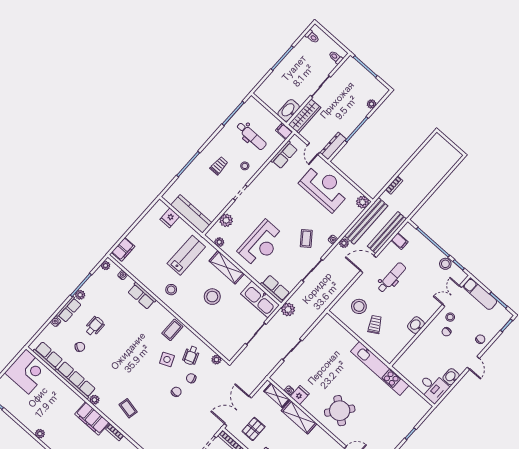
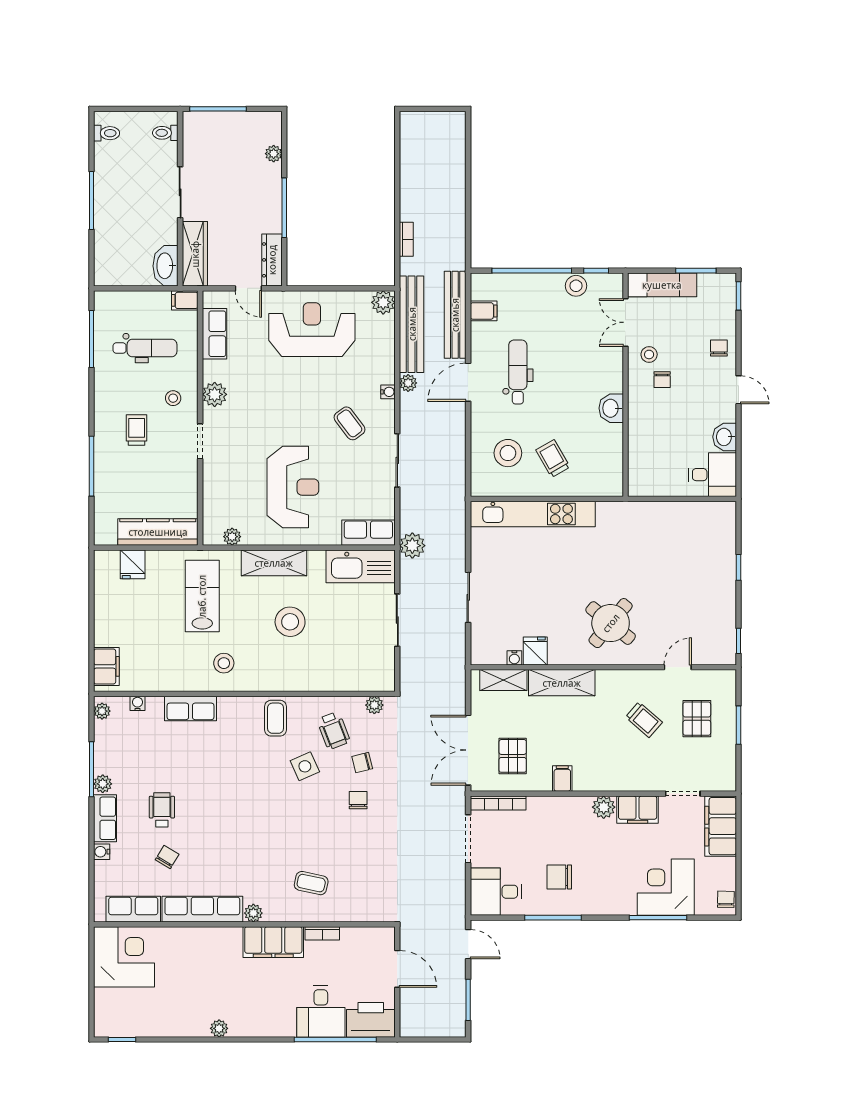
plant: (226, 220) -> (215, 394), moved
kitchen unit: (380, 368) -> (533, 514), moved

